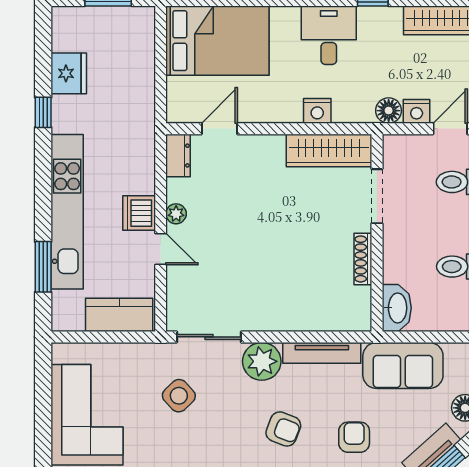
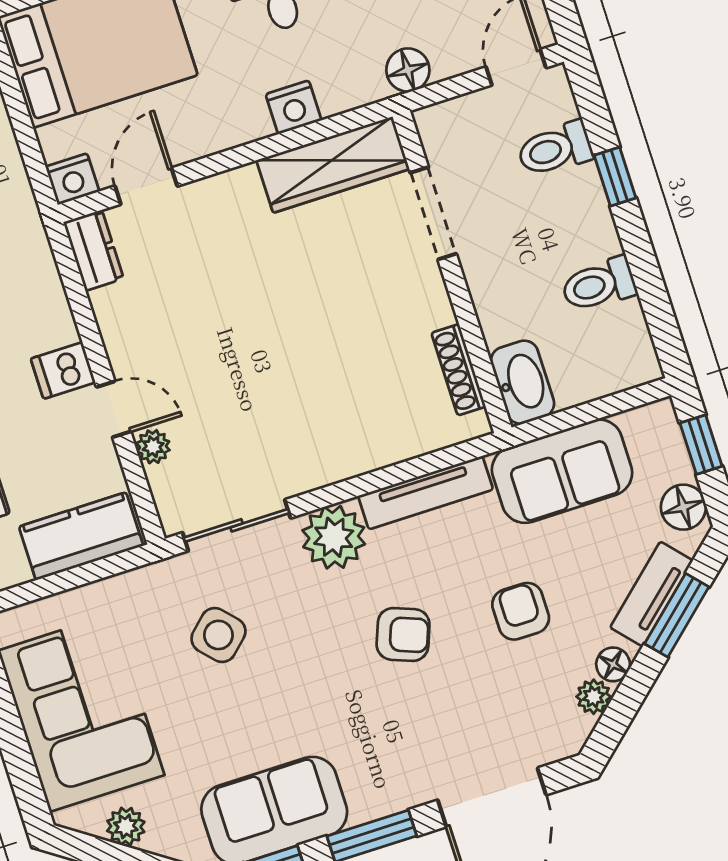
nightstand: (417, 111) -> (72, 179), moved
dishwasher: (139, 213) -> (63, 370), width x0.73
plant: (176, 214) -> (153, 447), moved
shoe rack: (363, 259) -> (458, 370), moved

